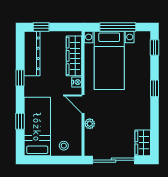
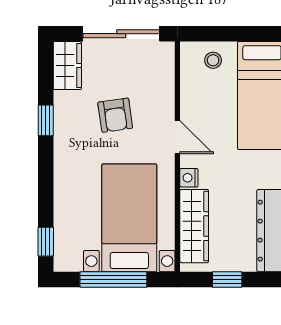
window: (41, 27) -> (227, 279), moved
window: (154, 88) -> (46, 120), moved
armchair: (117, 116) -> (115, 115), added
plant: (90, 124) -> (165, 101), removed

